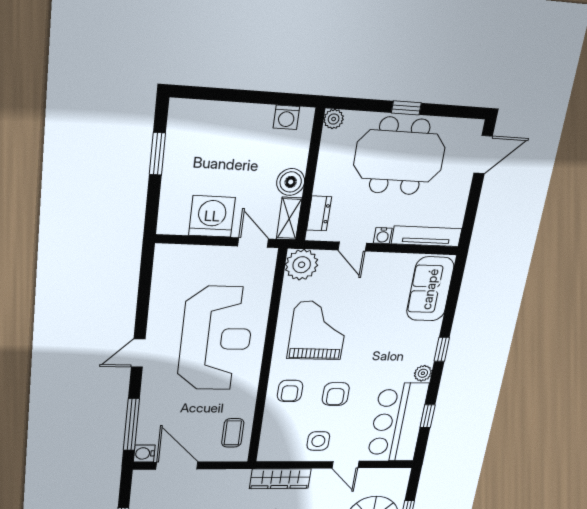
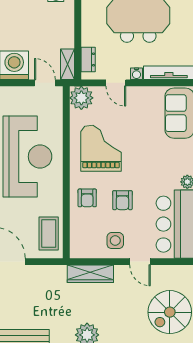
boiler: (291, 182) -> (65, 38), removed
coffee table: (233, 433) -> (49, 233), width x1.36, depth x1.30

